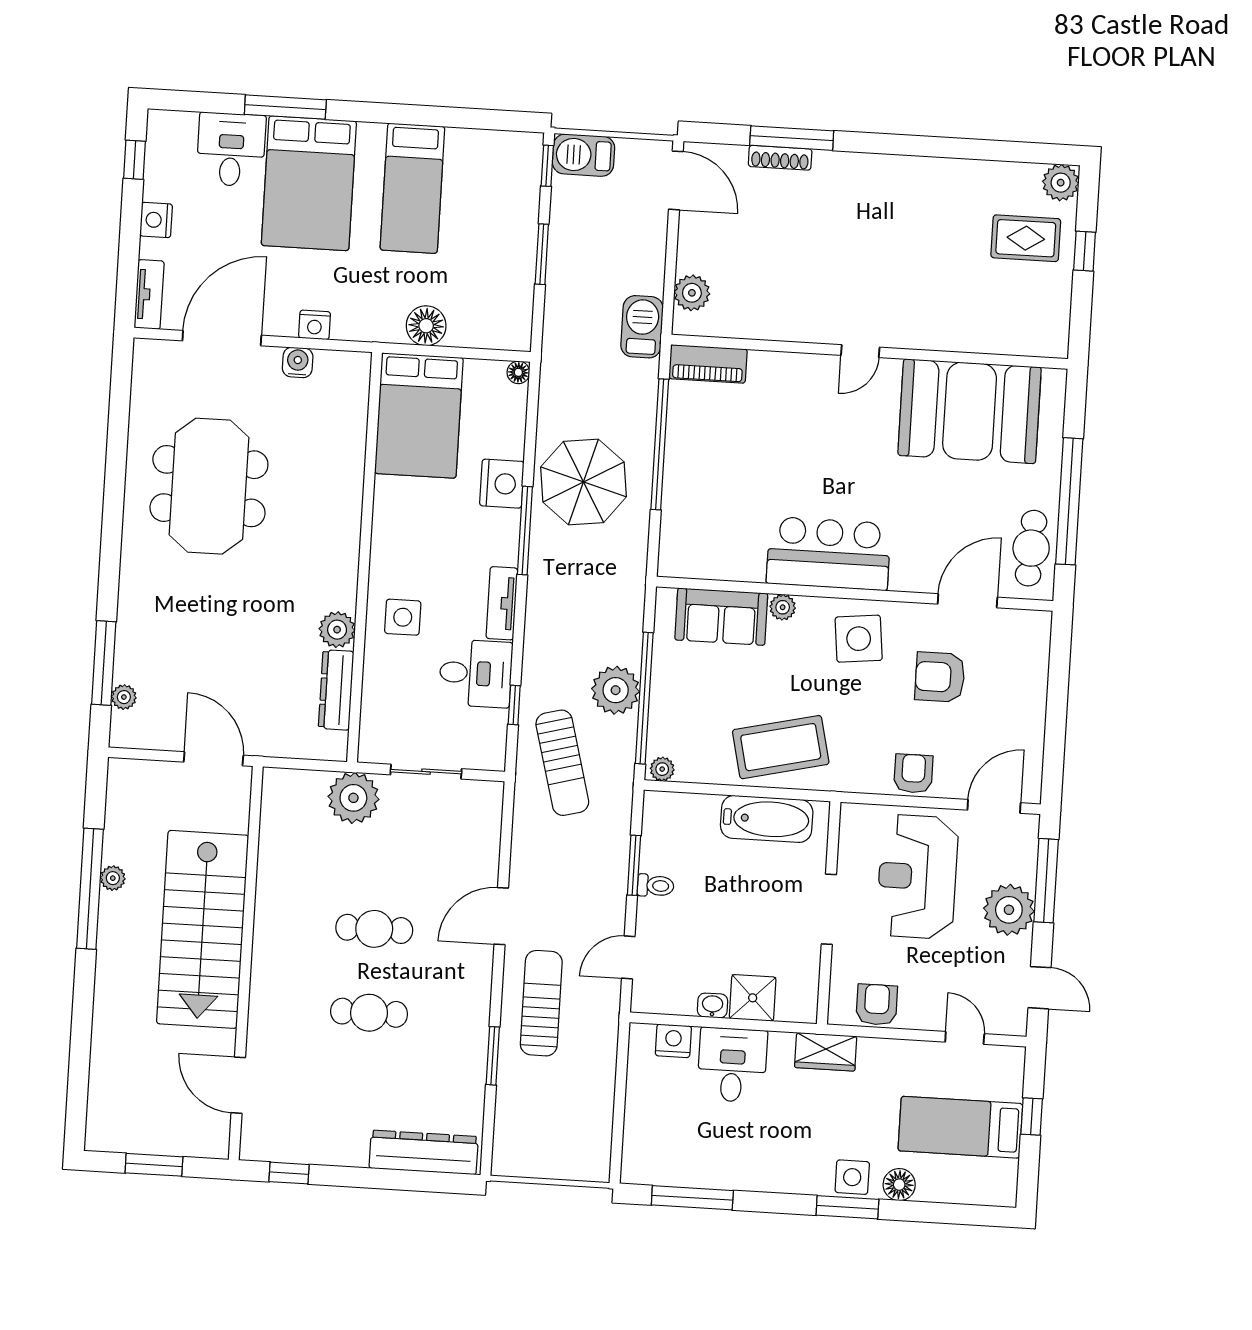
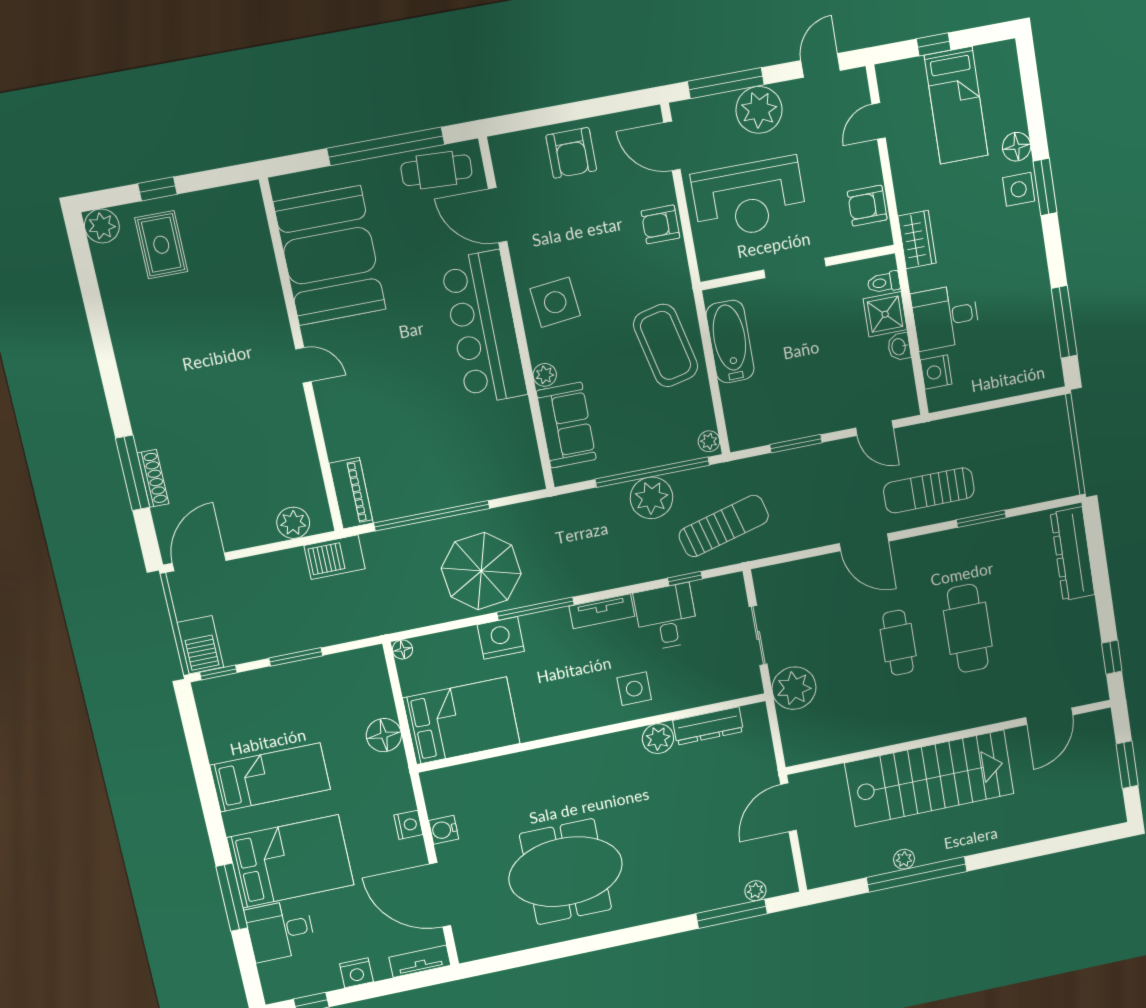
bar counter: (829, 554) -> (484, 328), width x1.36
armchair: (940, 677) -> (571, 153), moved
toilet: (656, 886) -> (884, 282), moved, turned -90
cafe table: (369, 1013) -> (968, 628), width x1.37, depth x1.35

